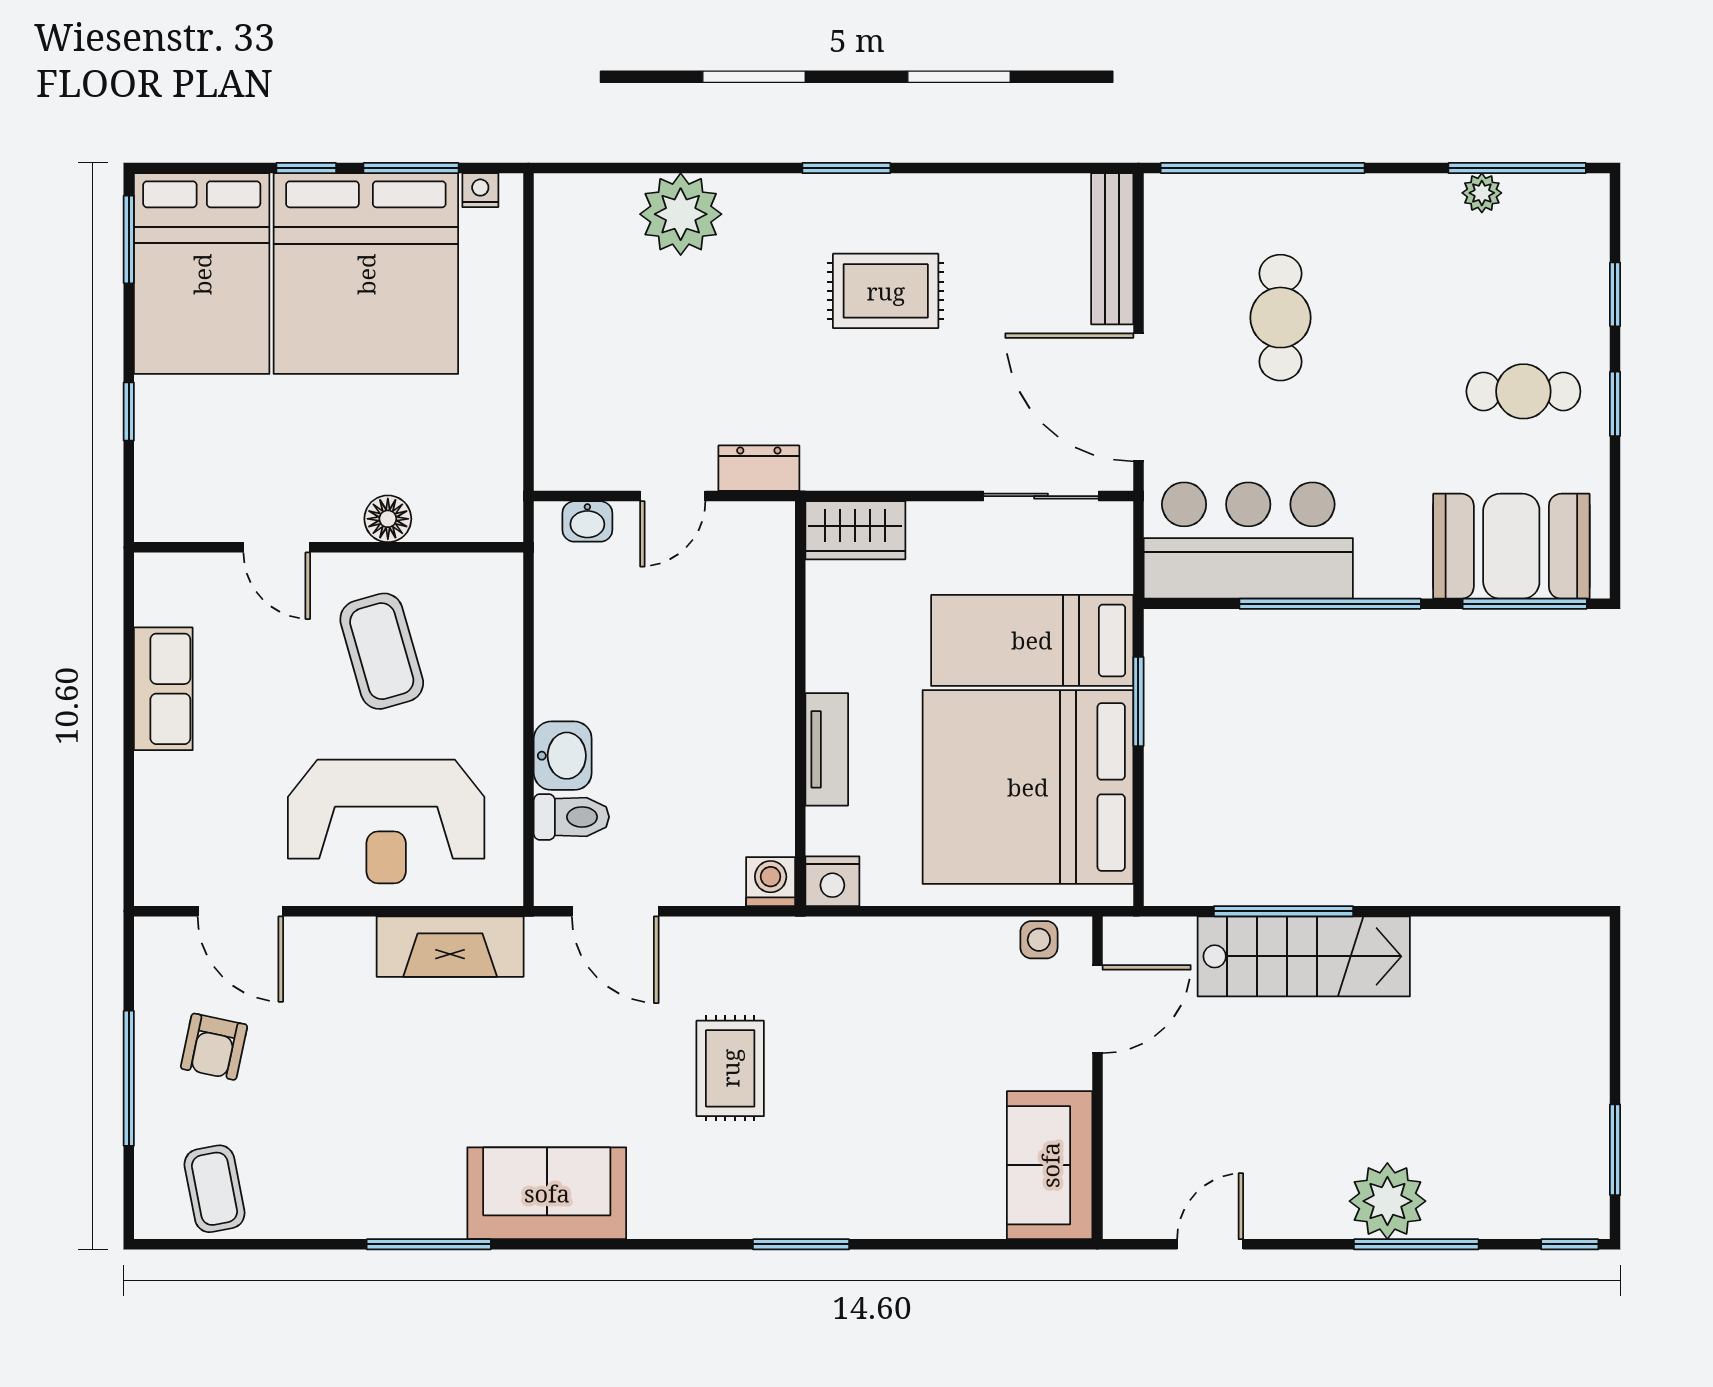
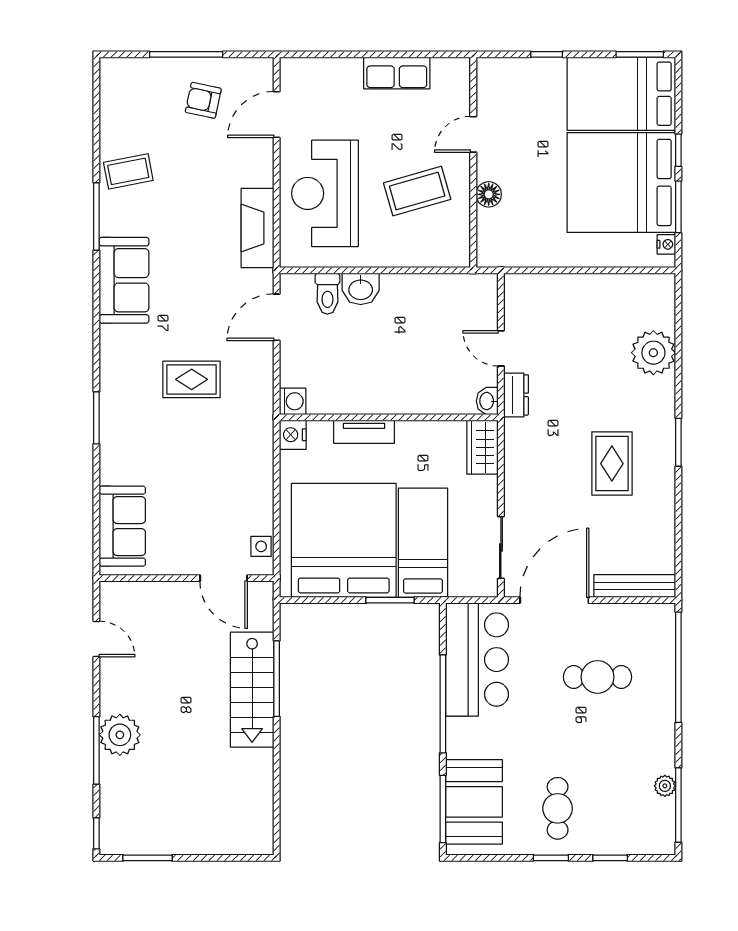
washbasin: (587, 521) -> (487, 401), moved
sofa: (1050, 1165) -> (122, 526), moved, turned 90
coffee table: (215, 1189) -> (128, 171), moved

